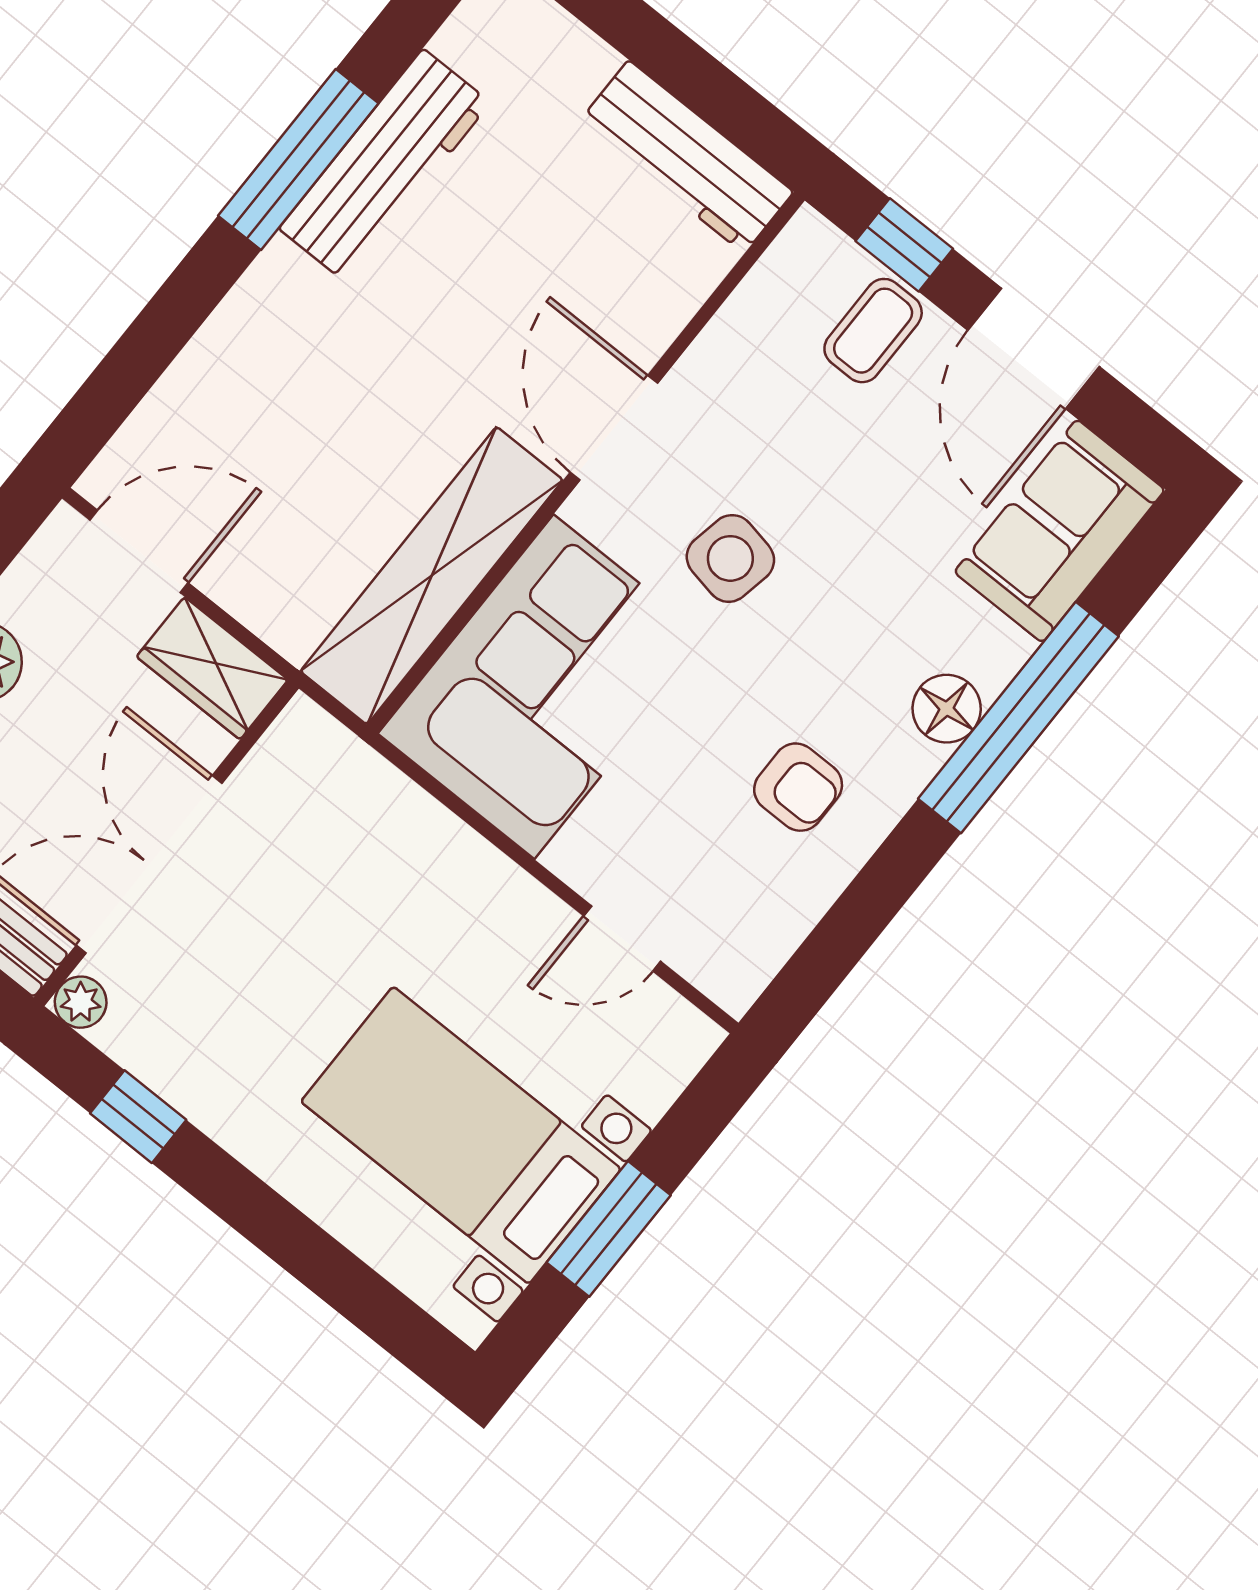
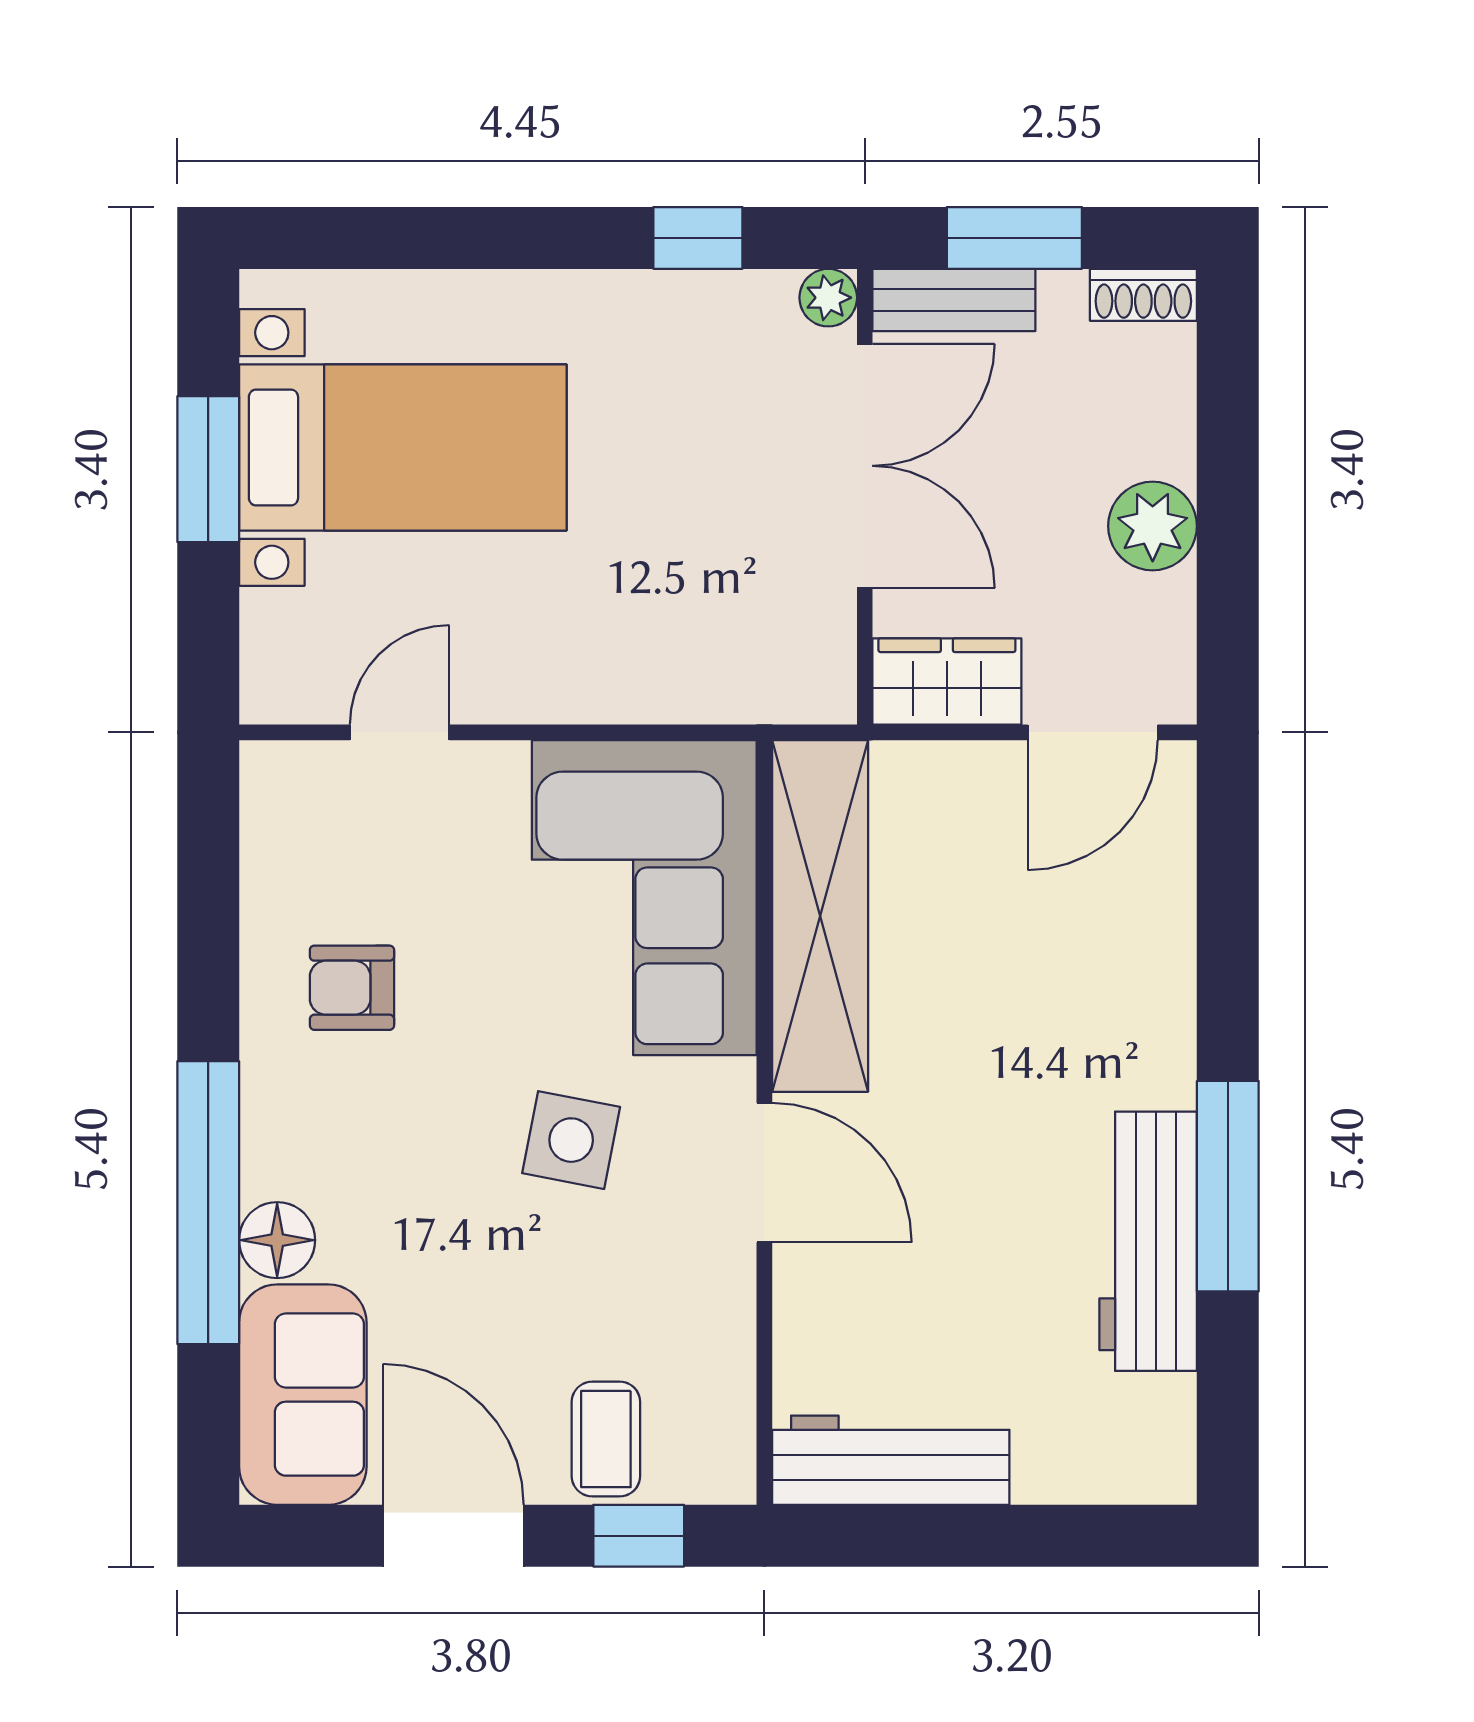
floor lamp: (947, 709) -> (277, 1240), moved

